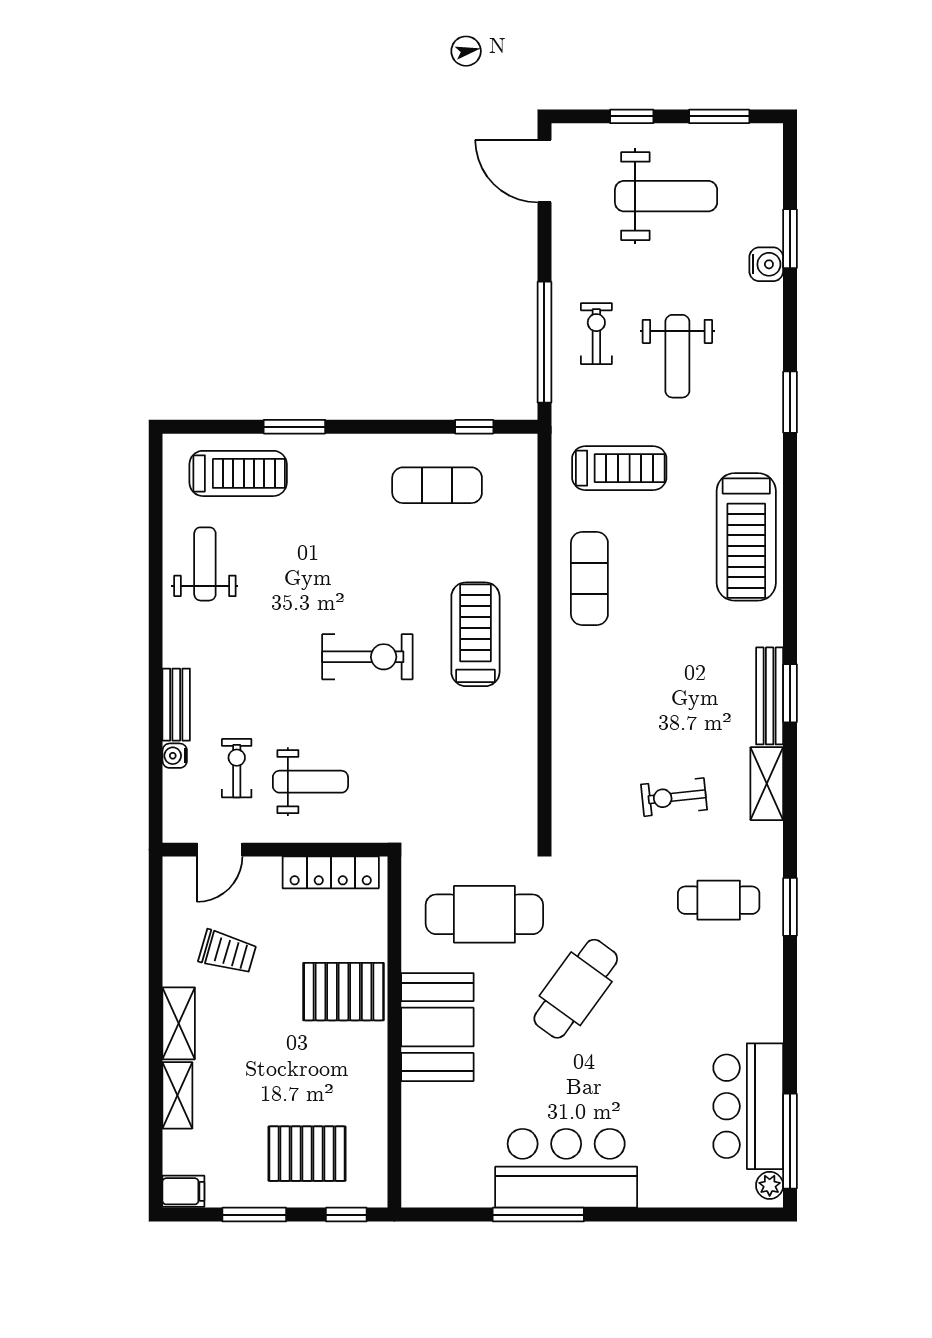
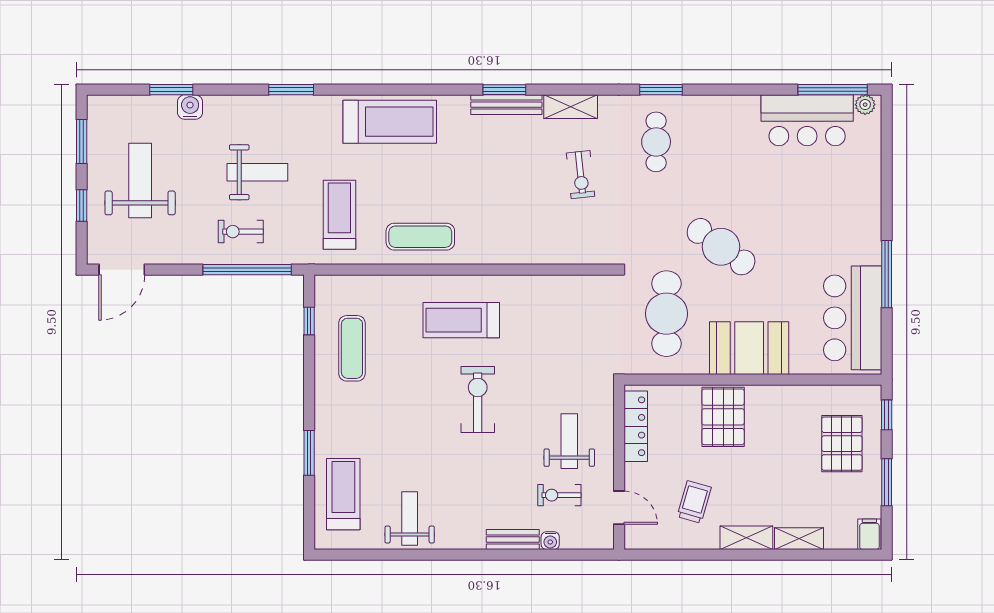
weight bench: (205, 564) -> (410, 518), turned 90
bar counter: (566, 1168) -> (853, 318), moved

